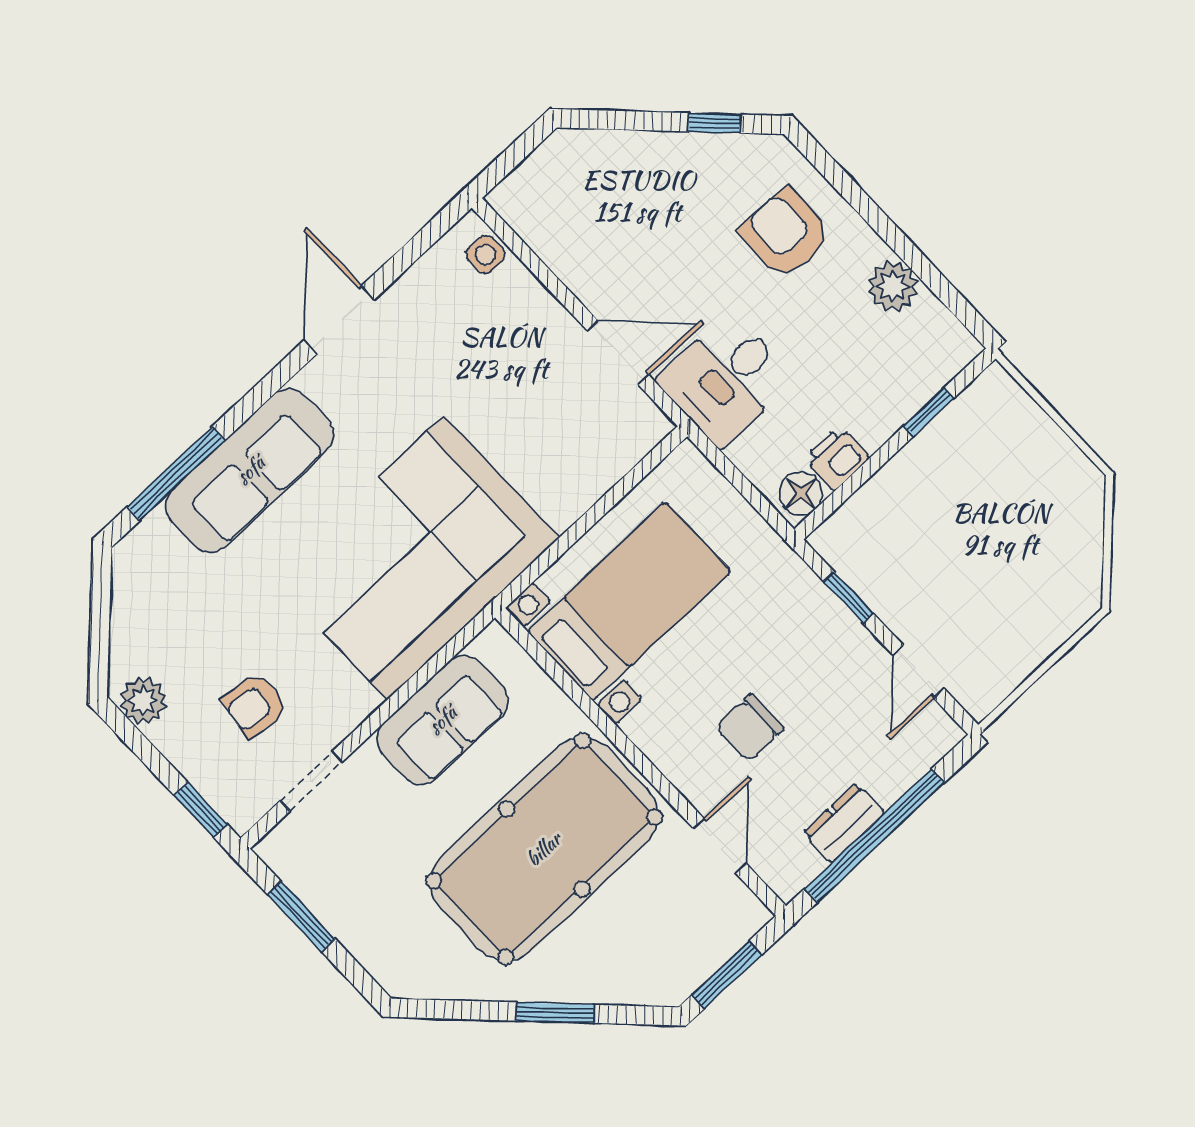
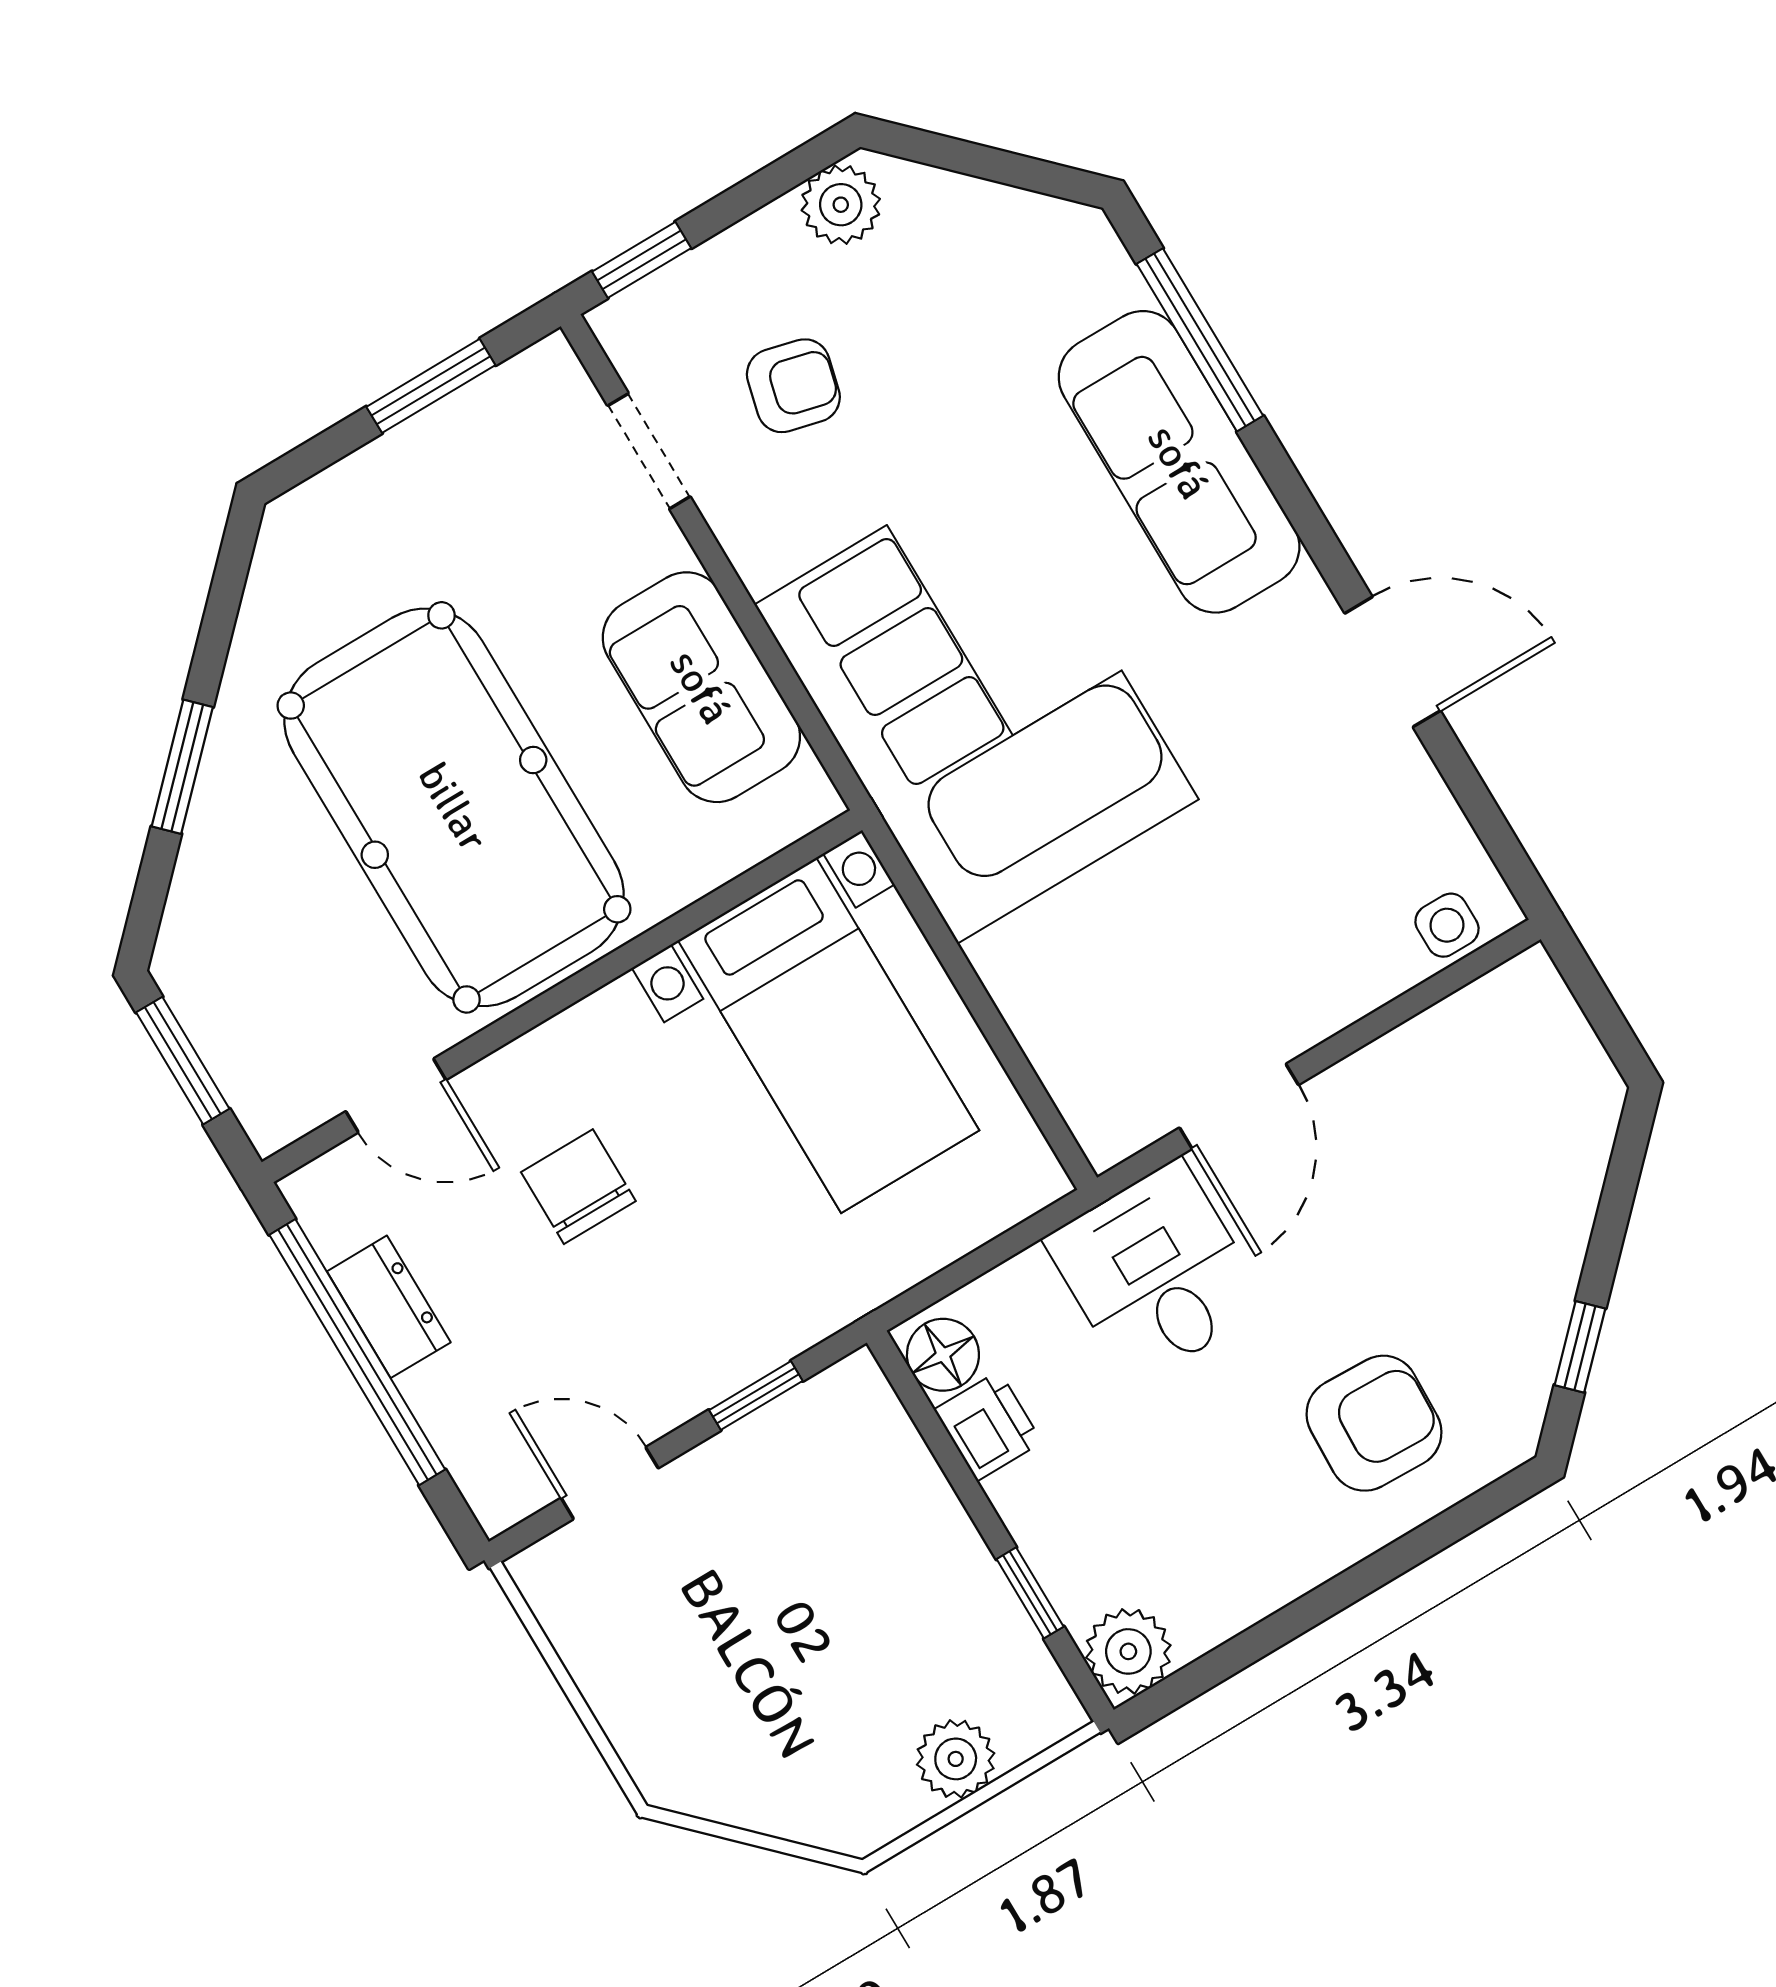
plant: (893, 286) -> (1128, 1651), moved
plant: (1035, 434) -> (956, 1759), added
armchair: (255, 705) -> (793, 386), turned 96

